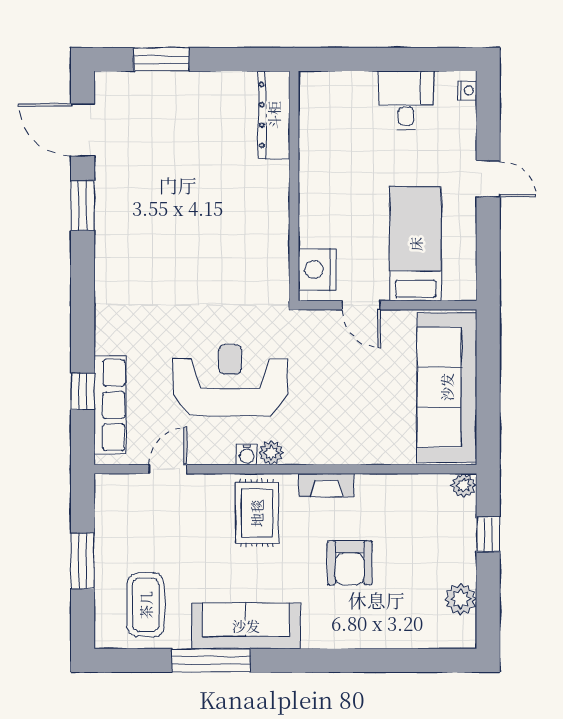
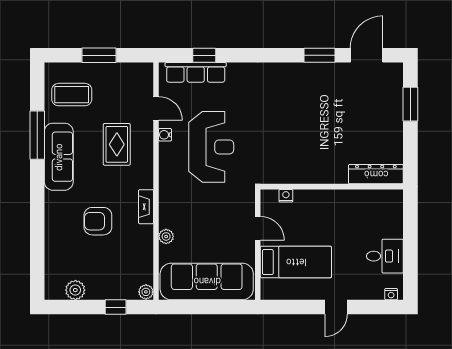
nightstand: (317, 270) -> (286, 196), width x0.53, depth x0.56
door: (361, 305) -> (258, 228), swing flipped
plant: (271, 453) -> (166, 236), moved
water cooler: (247, 455) -> (165, 135), moved
rug: (257, 513) -> (117, 144), moved, turned 90

